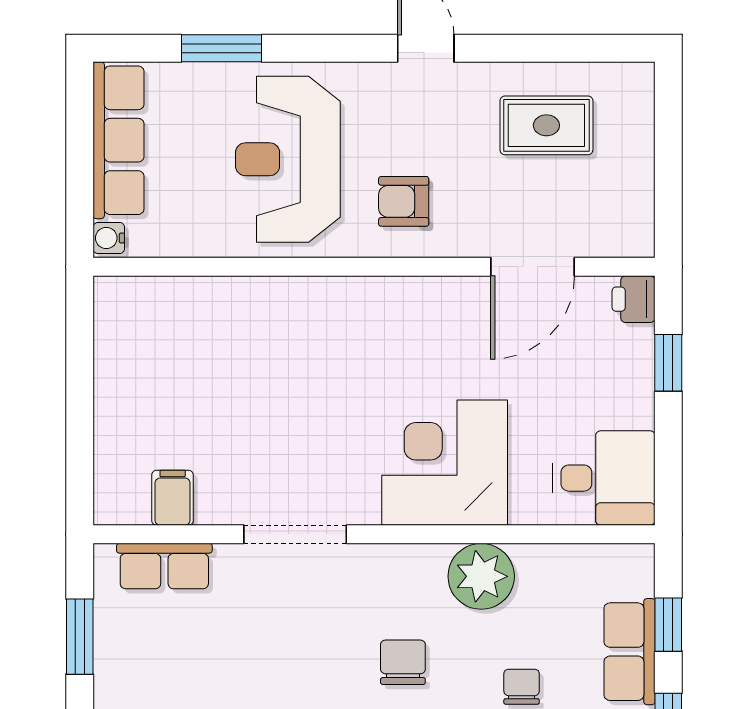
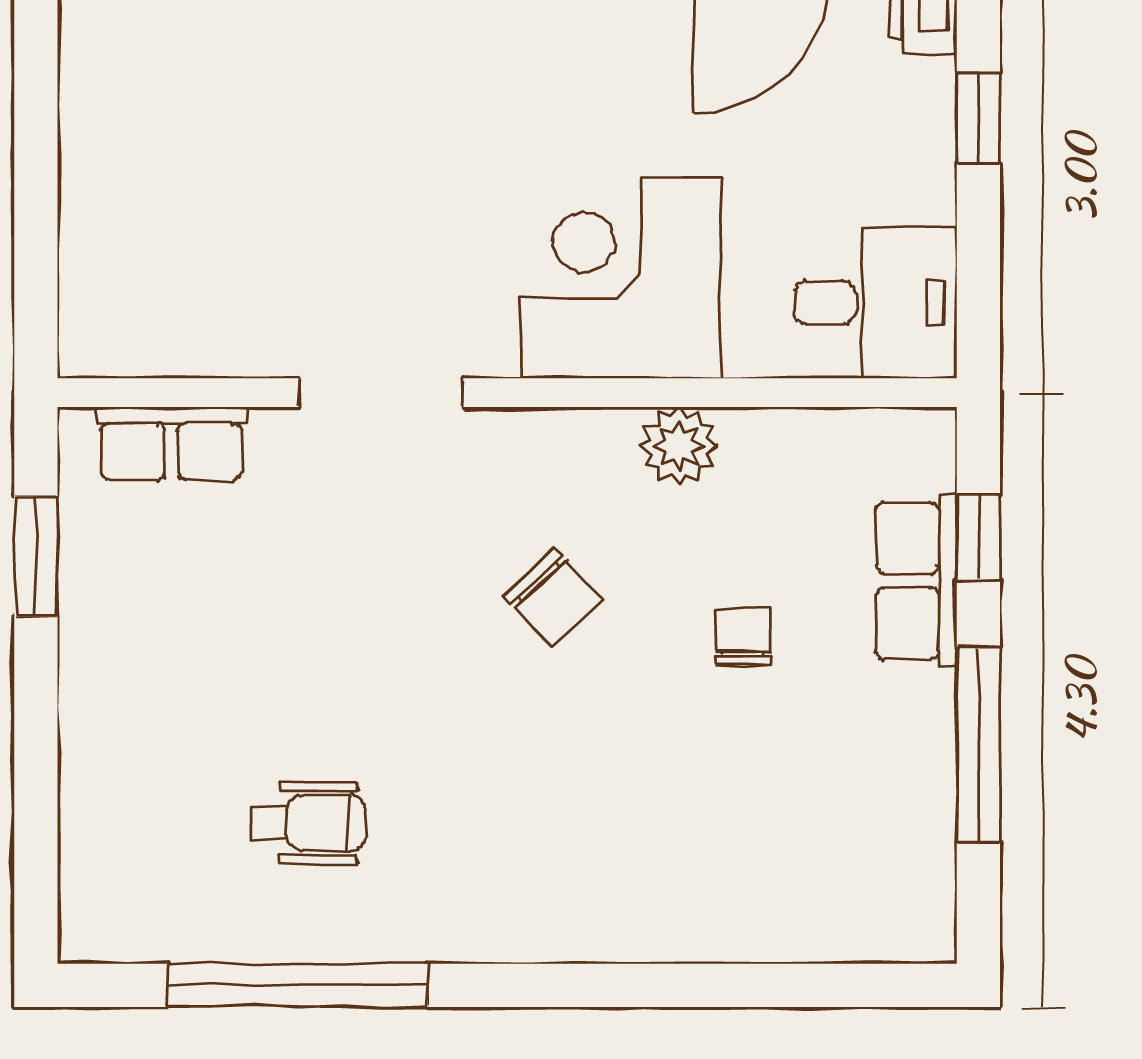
filing cabinet: (173, 498) -> (184, 334), removed
plant: (481, 576) -> (679, 446), width x0.73, depth x0.73
chair: (403, 662) -> (553, 598), turned 137

